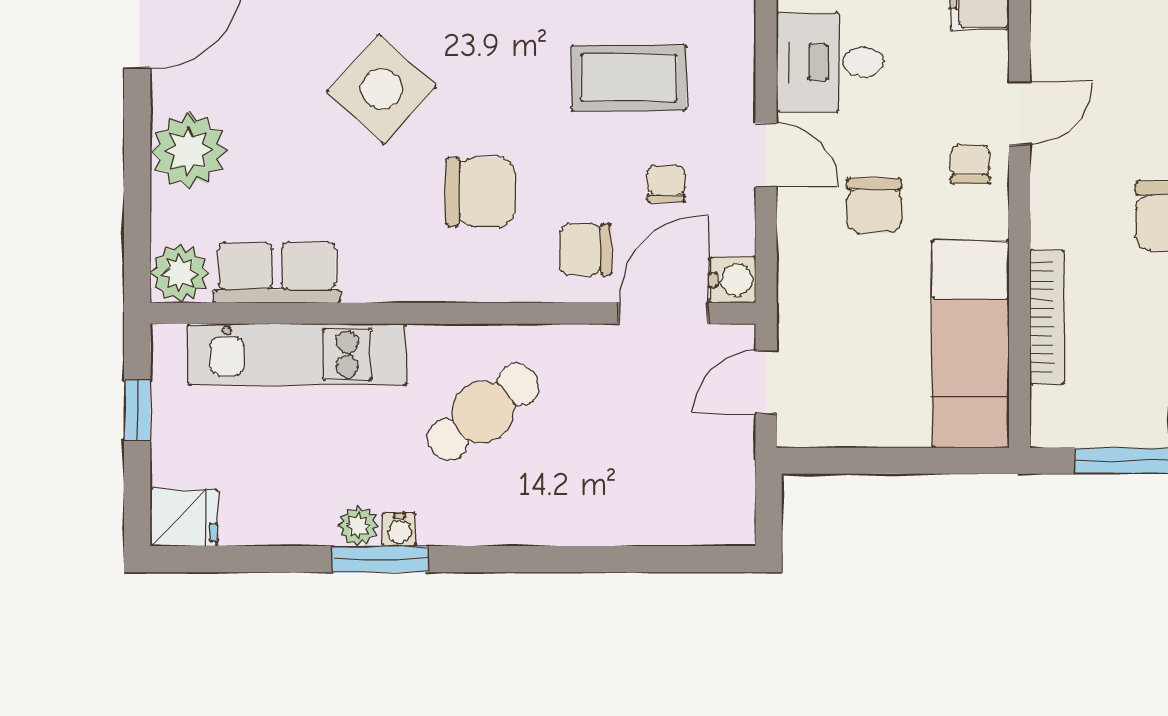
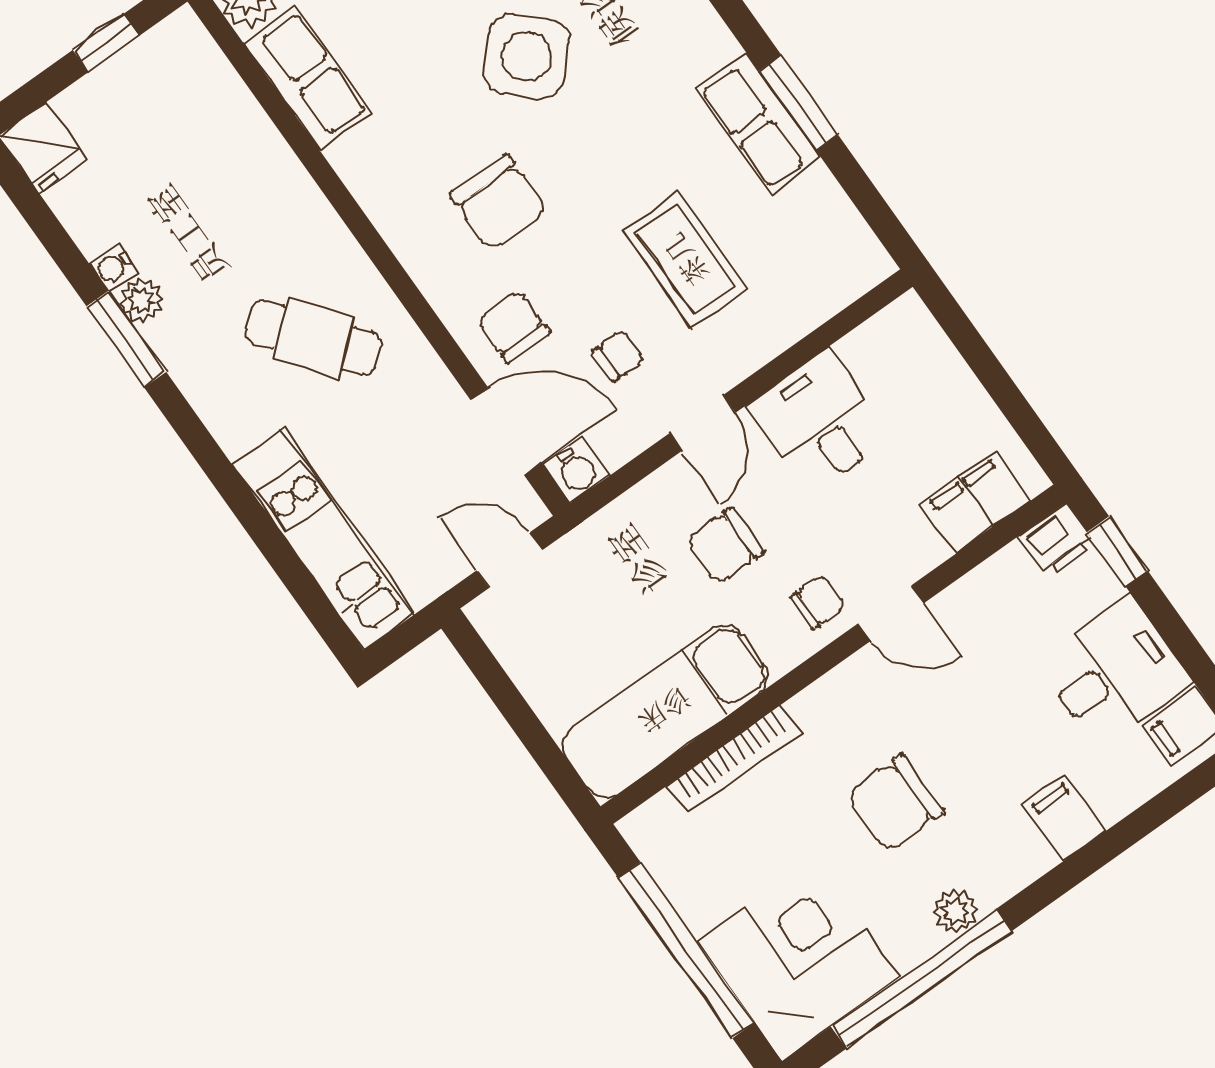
kitchen unit: (297, 354) -> (324, 539), moved, turned 180
water cooler: (399, 529) -> (113, 268), moved

